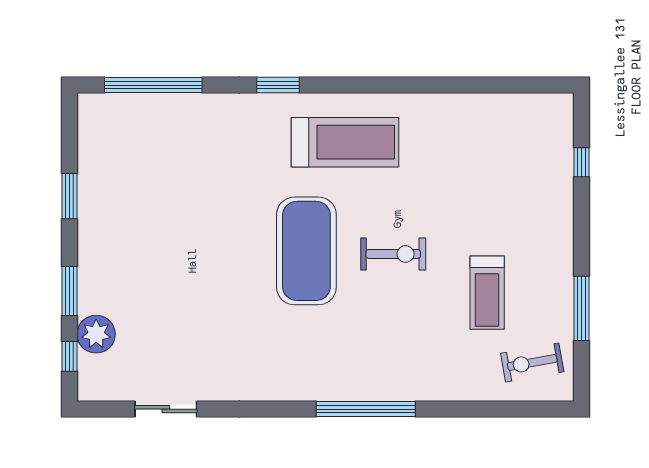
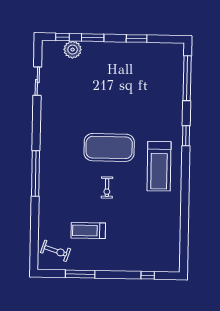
exercise bike: (393, 254) -> (107, 188), width x0.73, depth x0.72
exercise bike: (532, 362) -> (56, 251), turned 118

